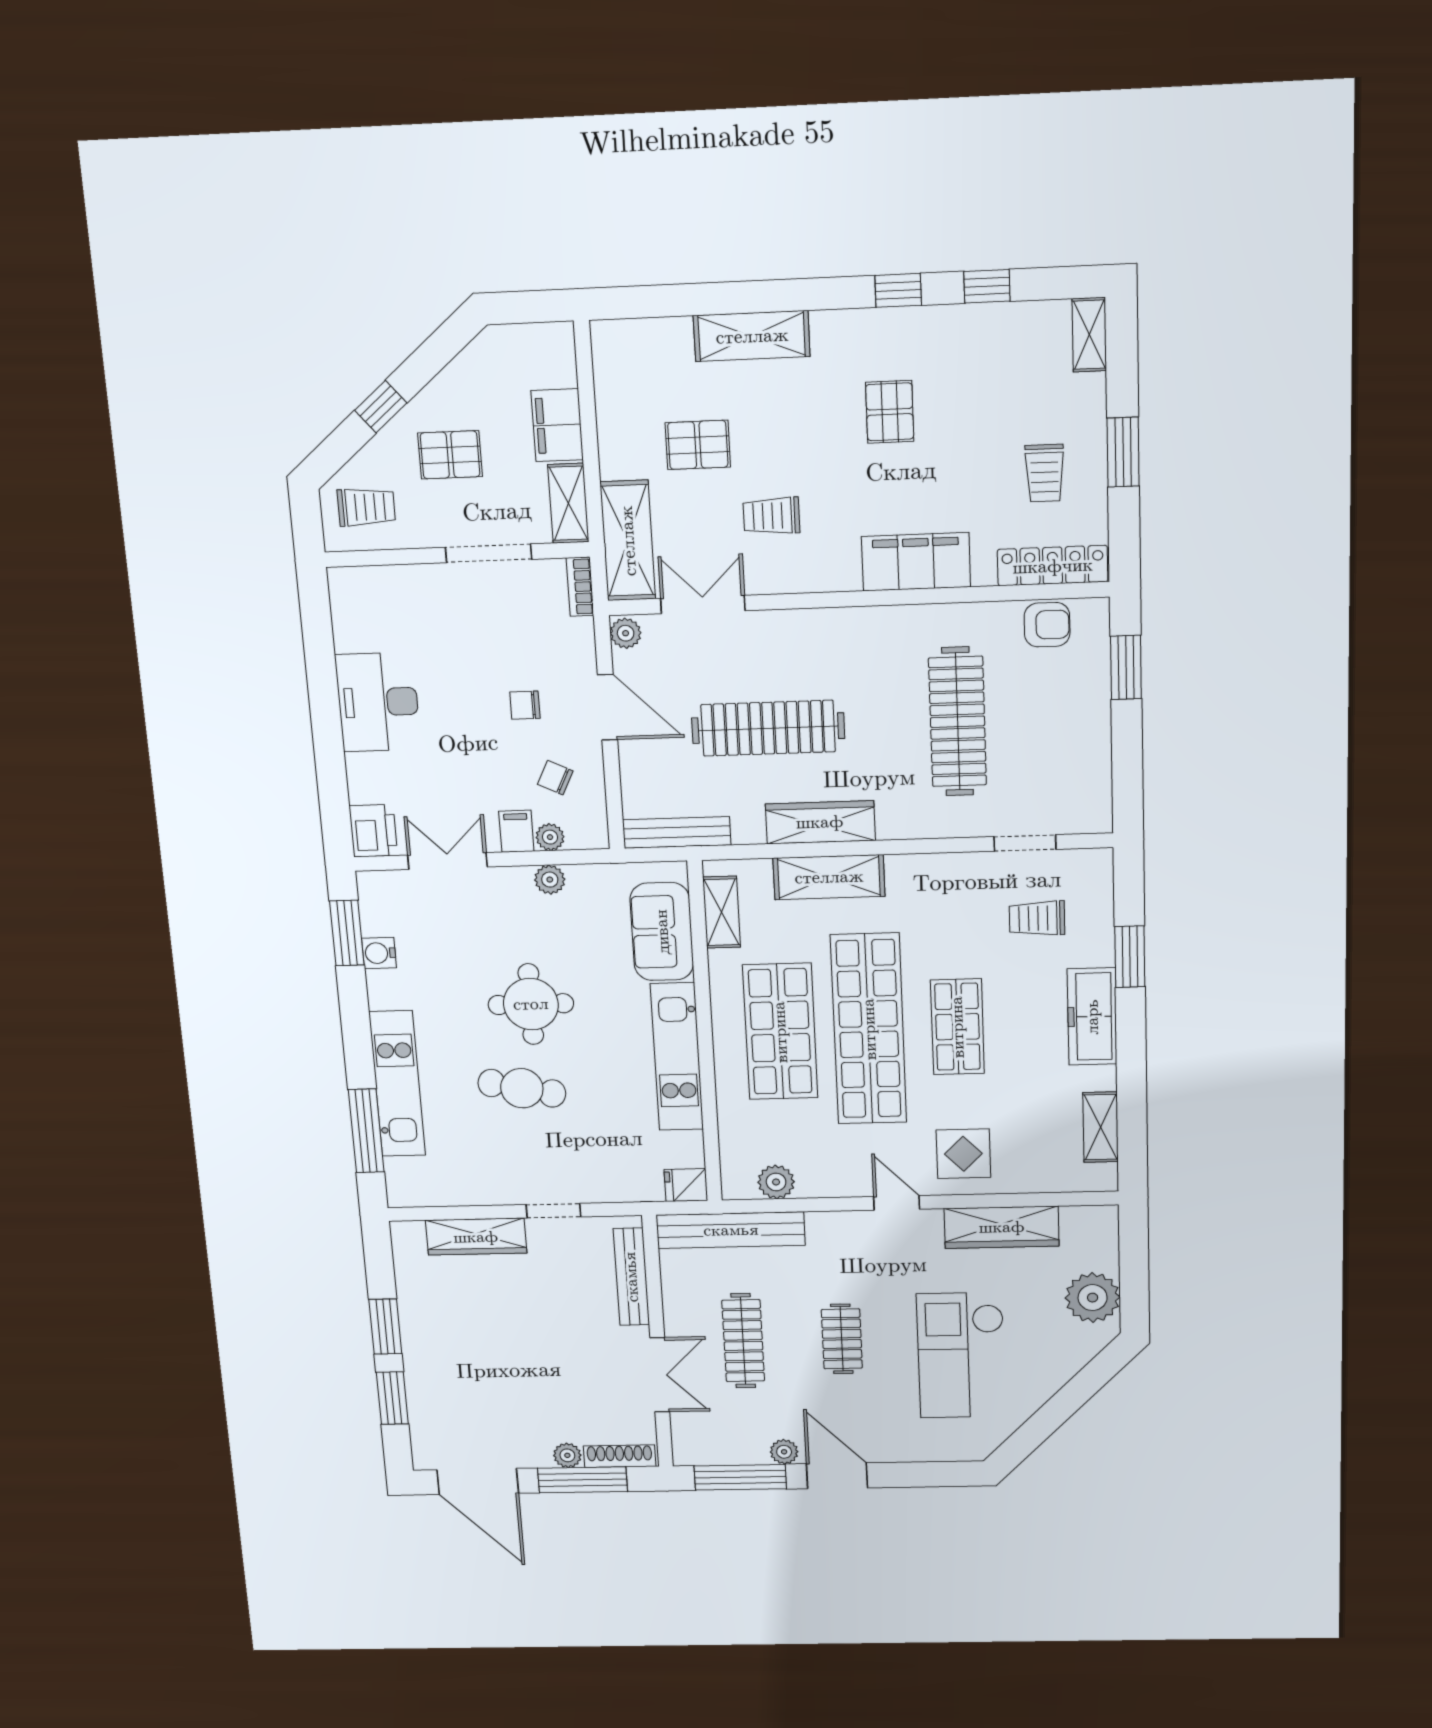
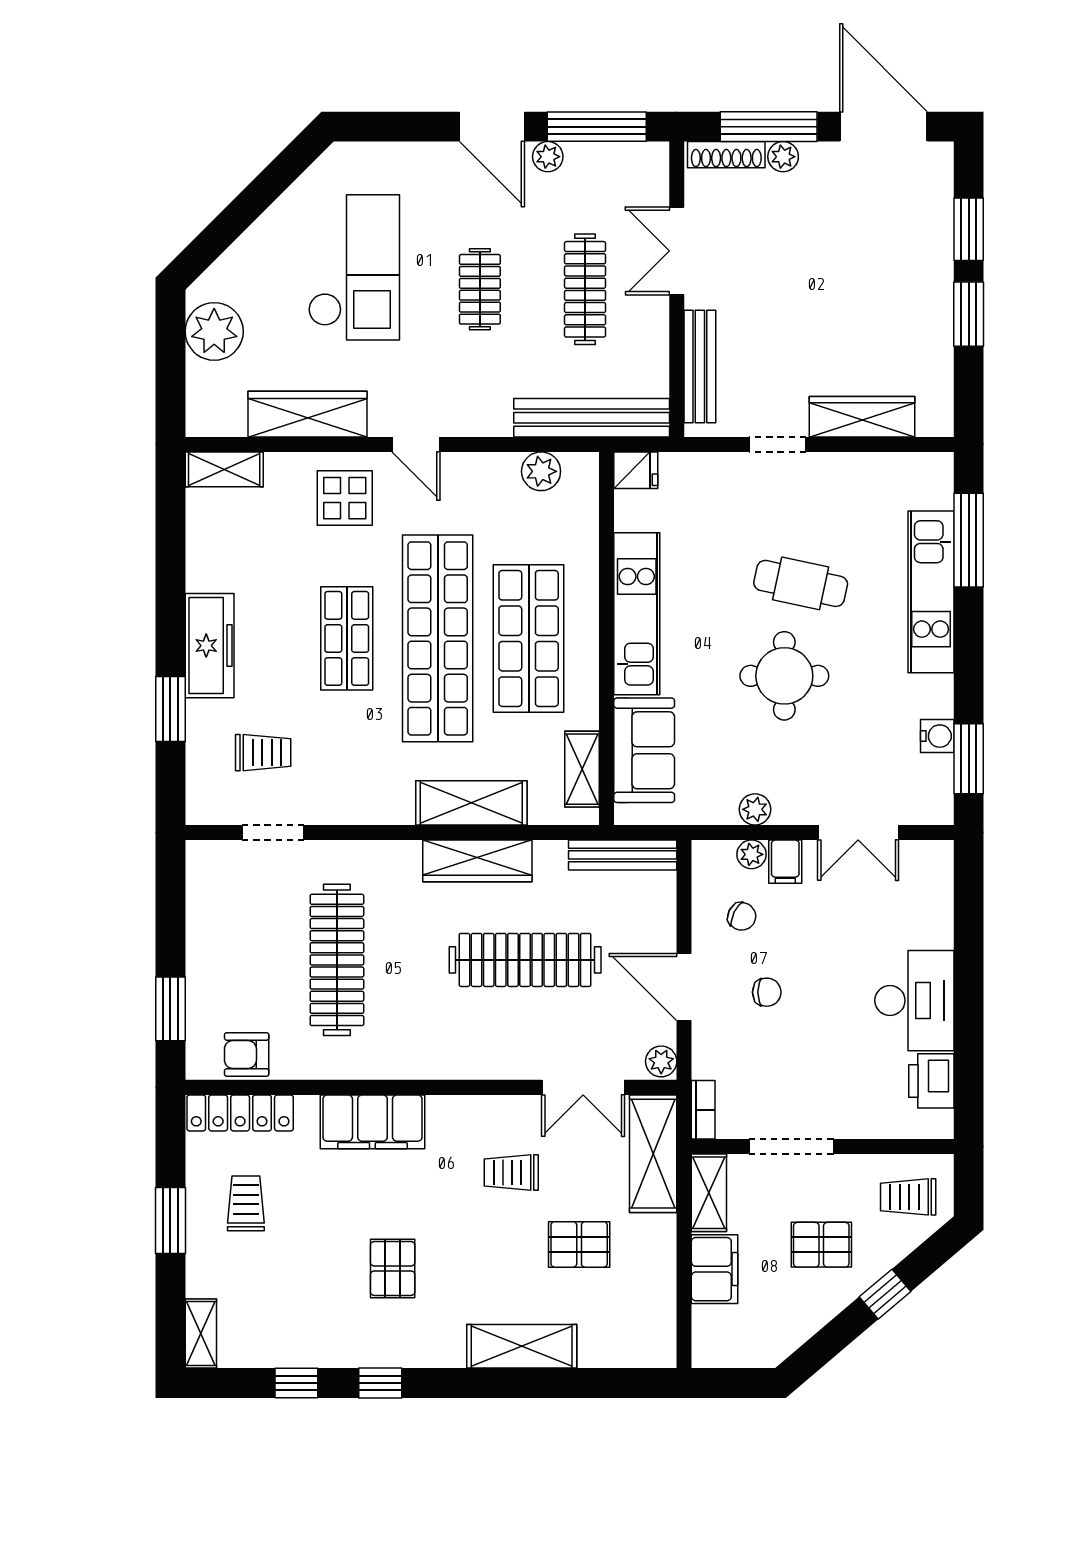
trolley: (771, 516) -> (511, 1172), turned 180
printer: (373, 831) -> (931, 1081), moved
shelving: (1101, 1127) -> (224, 469), moved, turned 90

